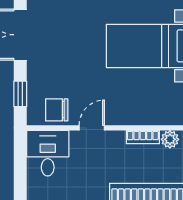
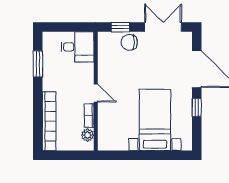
chair: (57, 110) -> (129, 42), moved, turned -90
door: (92, 128) -> (96, 93), moved

